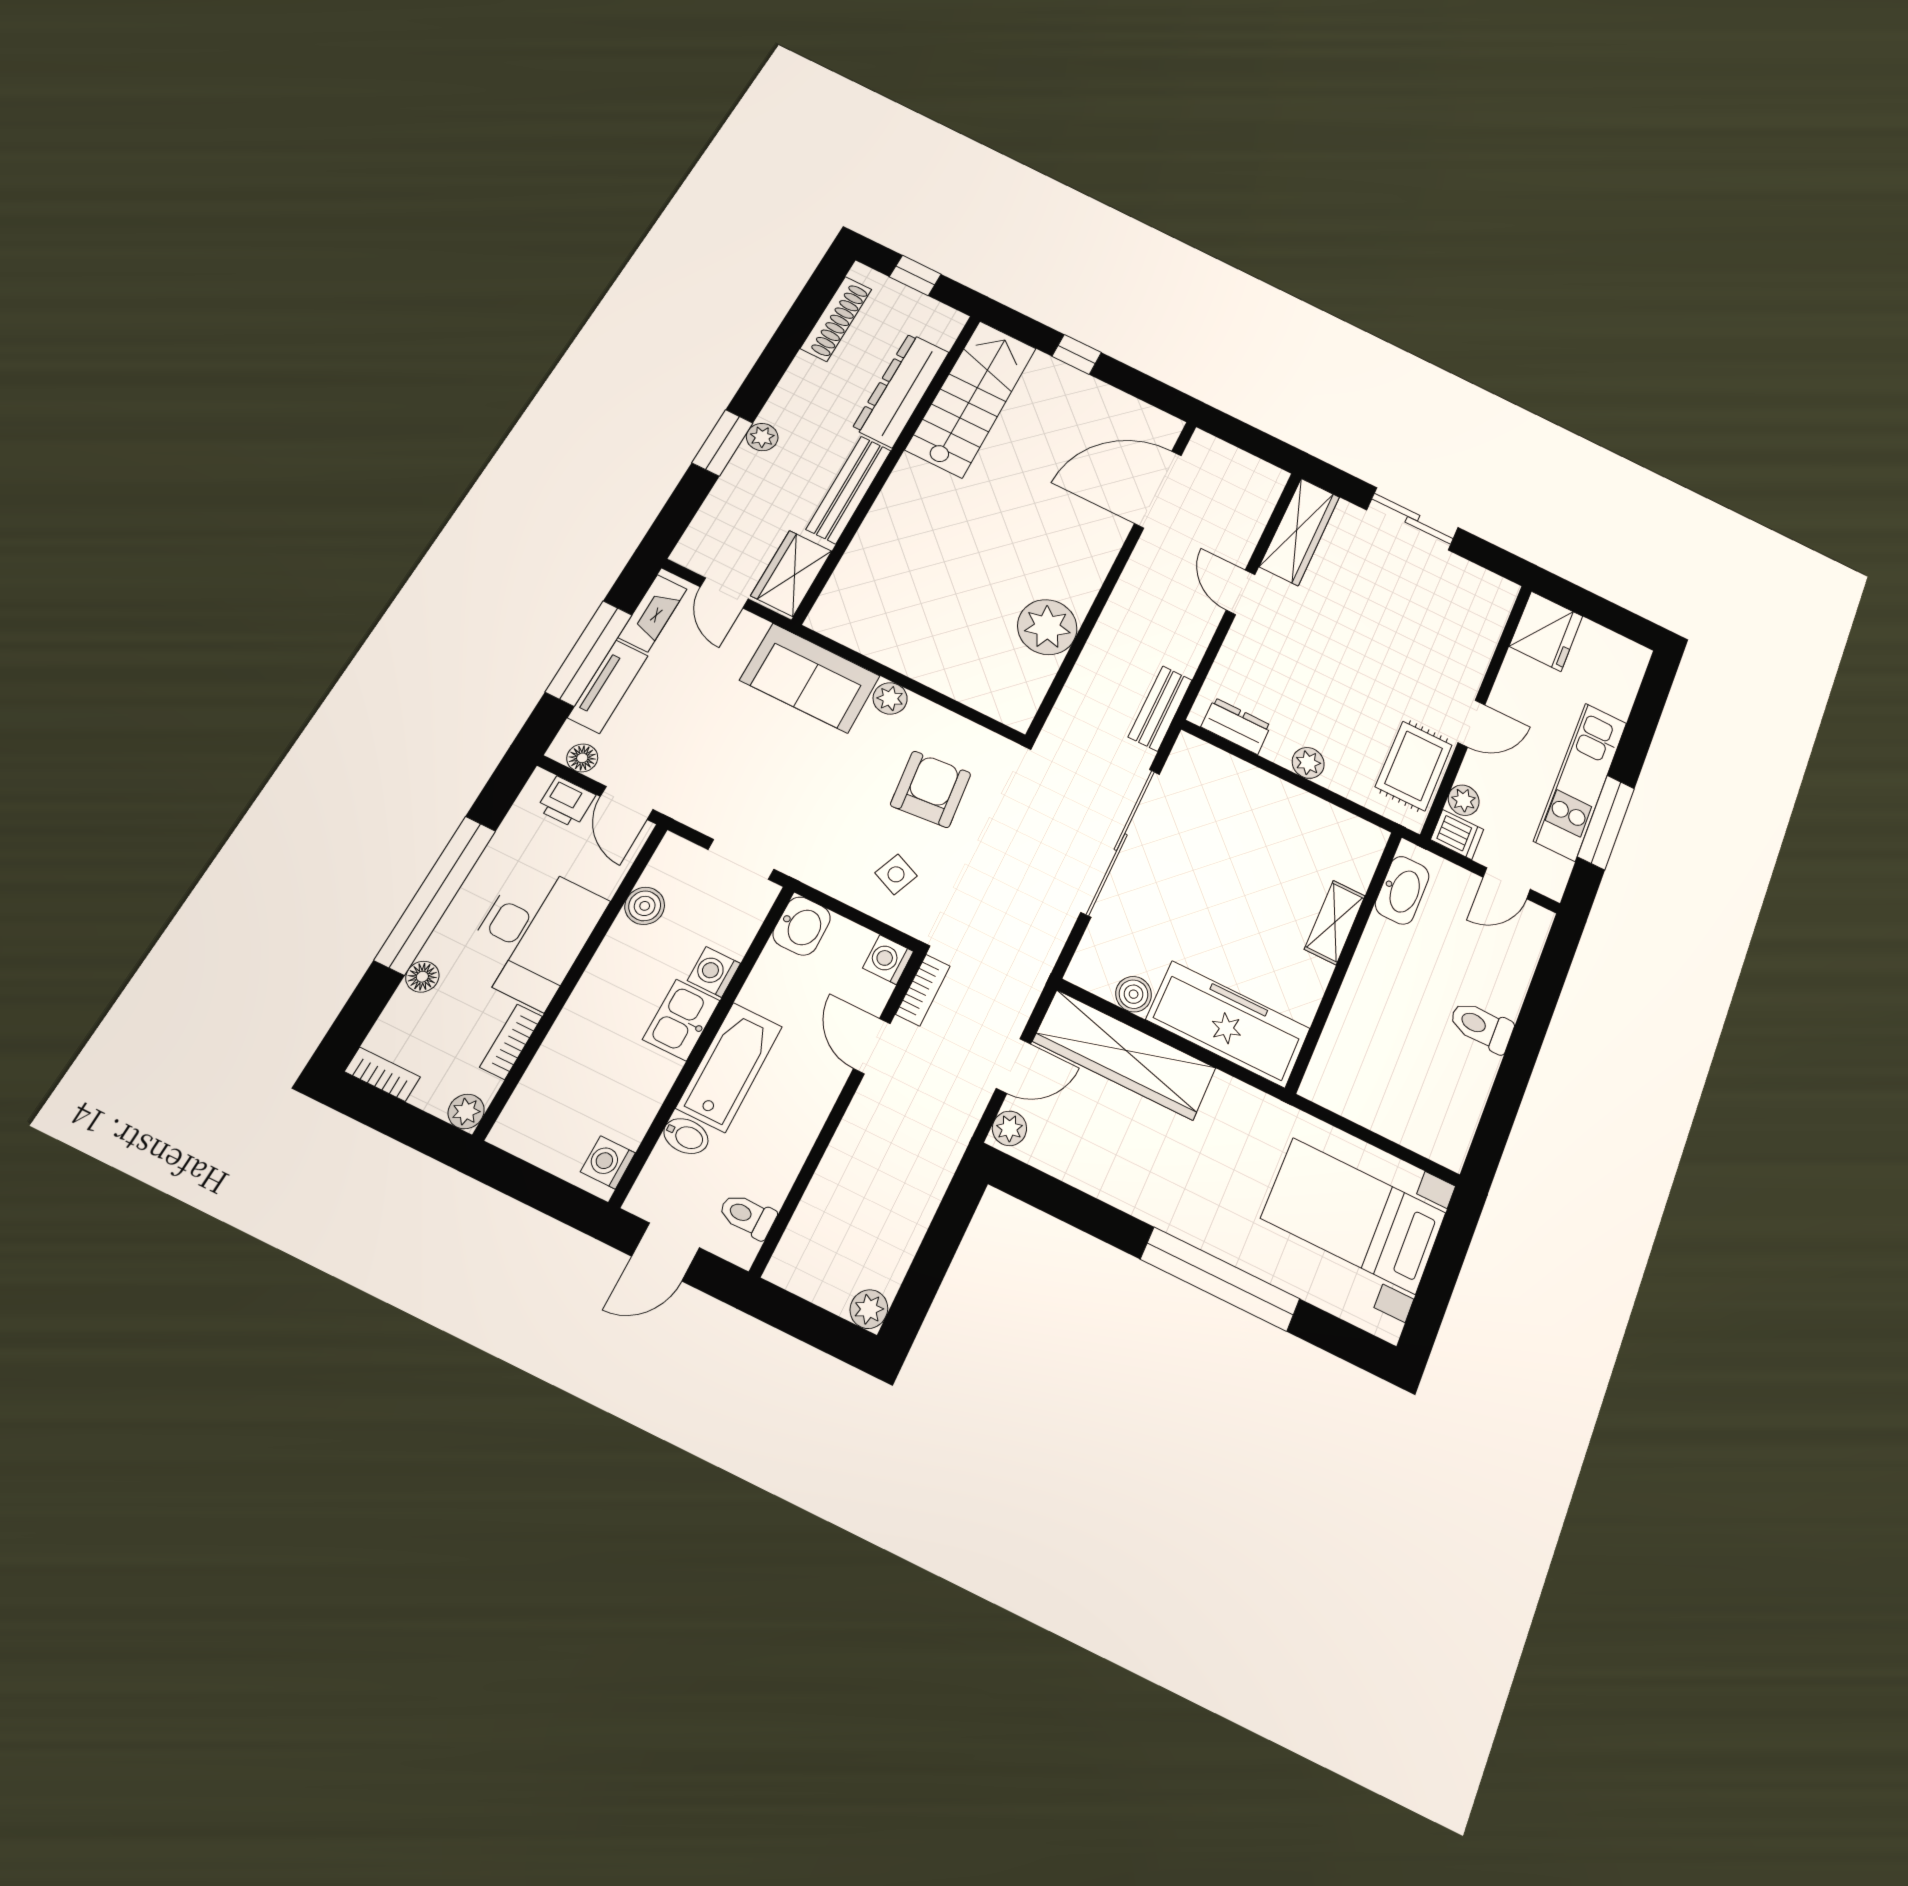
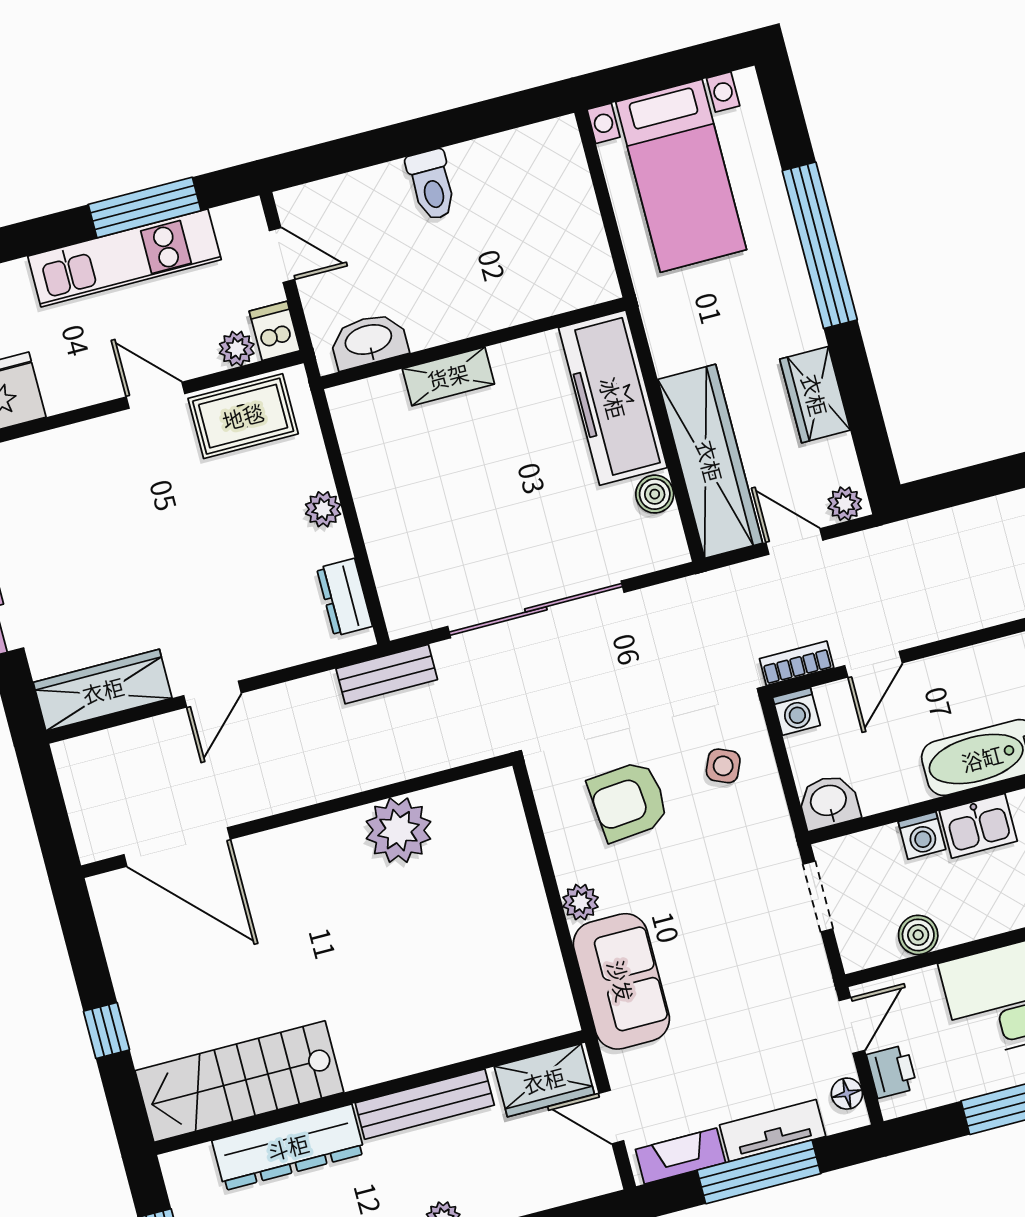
door: (724, 593) -> (611, 1117), swing flipped
wardrobe: (1110, 1177) -> (815, 395), added

